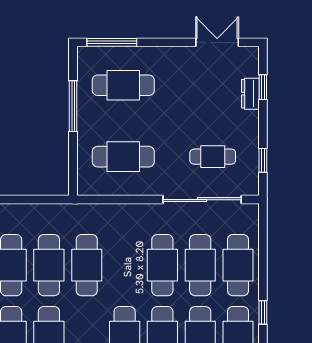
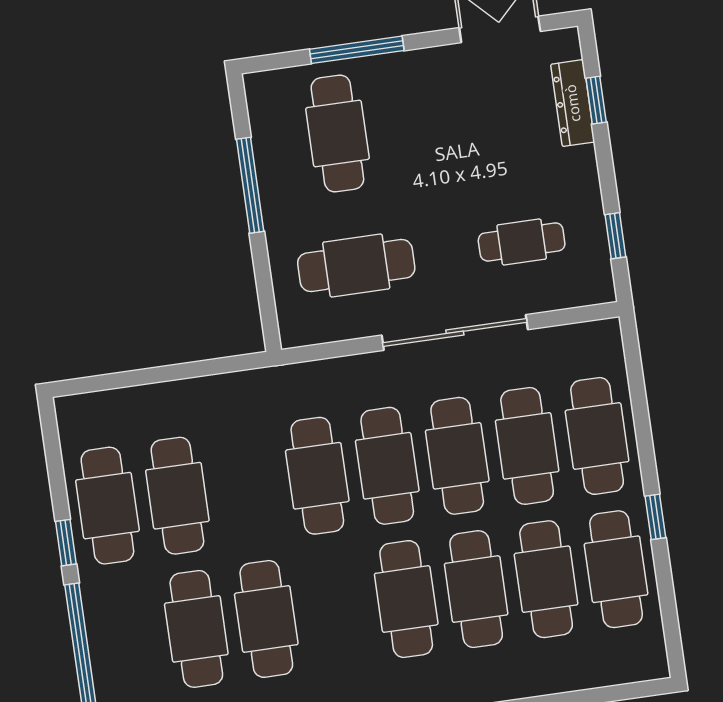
window: (112, 42) -> (357, 50), moved
cafe table: (123, 85) -> (337, 134), turned 90
dresser: (250, 94) -> (573, 103), width x1.44
sliding door: (202, 200) -> (455, 332), moved
cafe table: (49, 265) -> (387, 466), moved

